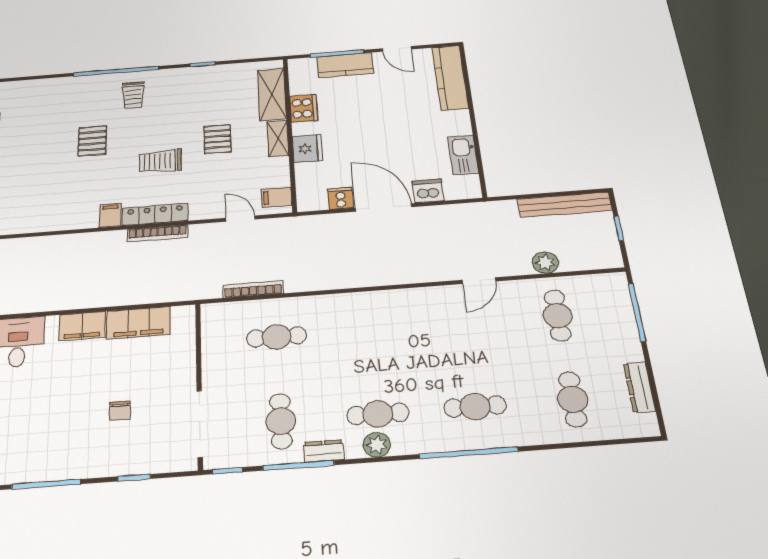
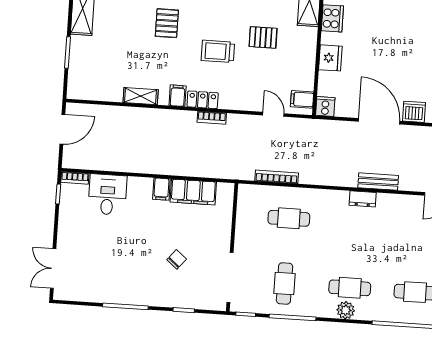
shelving: (278, 138) -> (141, 96), moved, turned 90
pallet: (217, 139) -> (263, 37), turned 90
cooker: (341, 198) -> (325, 106), moved
locker: (155, 214) -> (203, 100), width x0.66
bookcase: (158, 233) -> (212, 118), width x0.64
bench: (395, 276) -> (378, 182), added
filing cabinet: (82, 326) -> (161, 189), width x0.50
chair: (120, 411) -> (177, 259), turned -140
dresser: (324, 451) -> (363, 199), moved, turned 180

